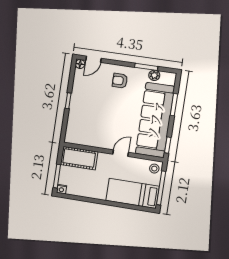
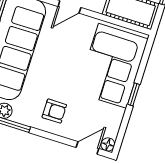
corner sofa: (85, 118) -> (112, 66), added

